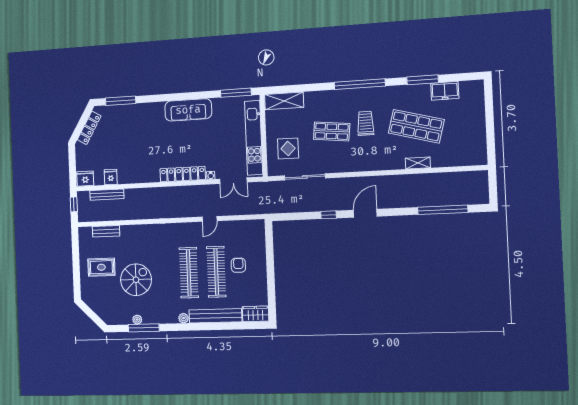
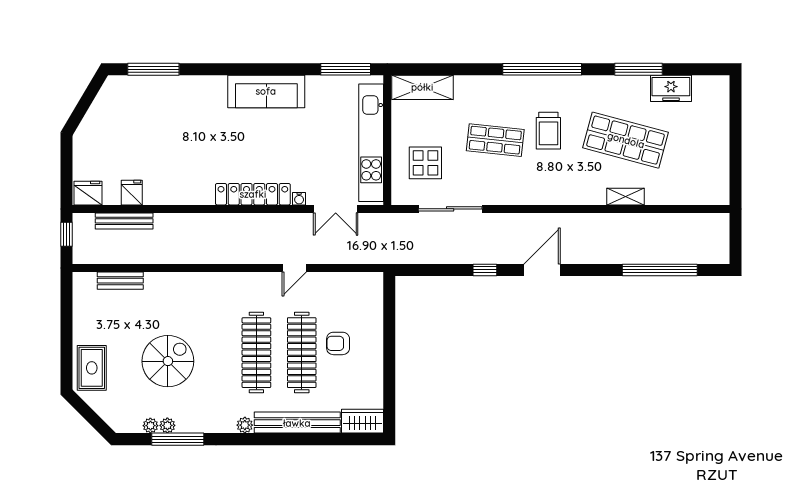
trolley: (366, 123) -> (548, 131), turned 180
locker: (89, 128) -> (98, 110), removed
armchair: (238, 265) -> (338, 343), turned -90
rug: (101, 267) -> (92, 368), moved, turned 90
plant: (127, 320) -> (150, 426), added

